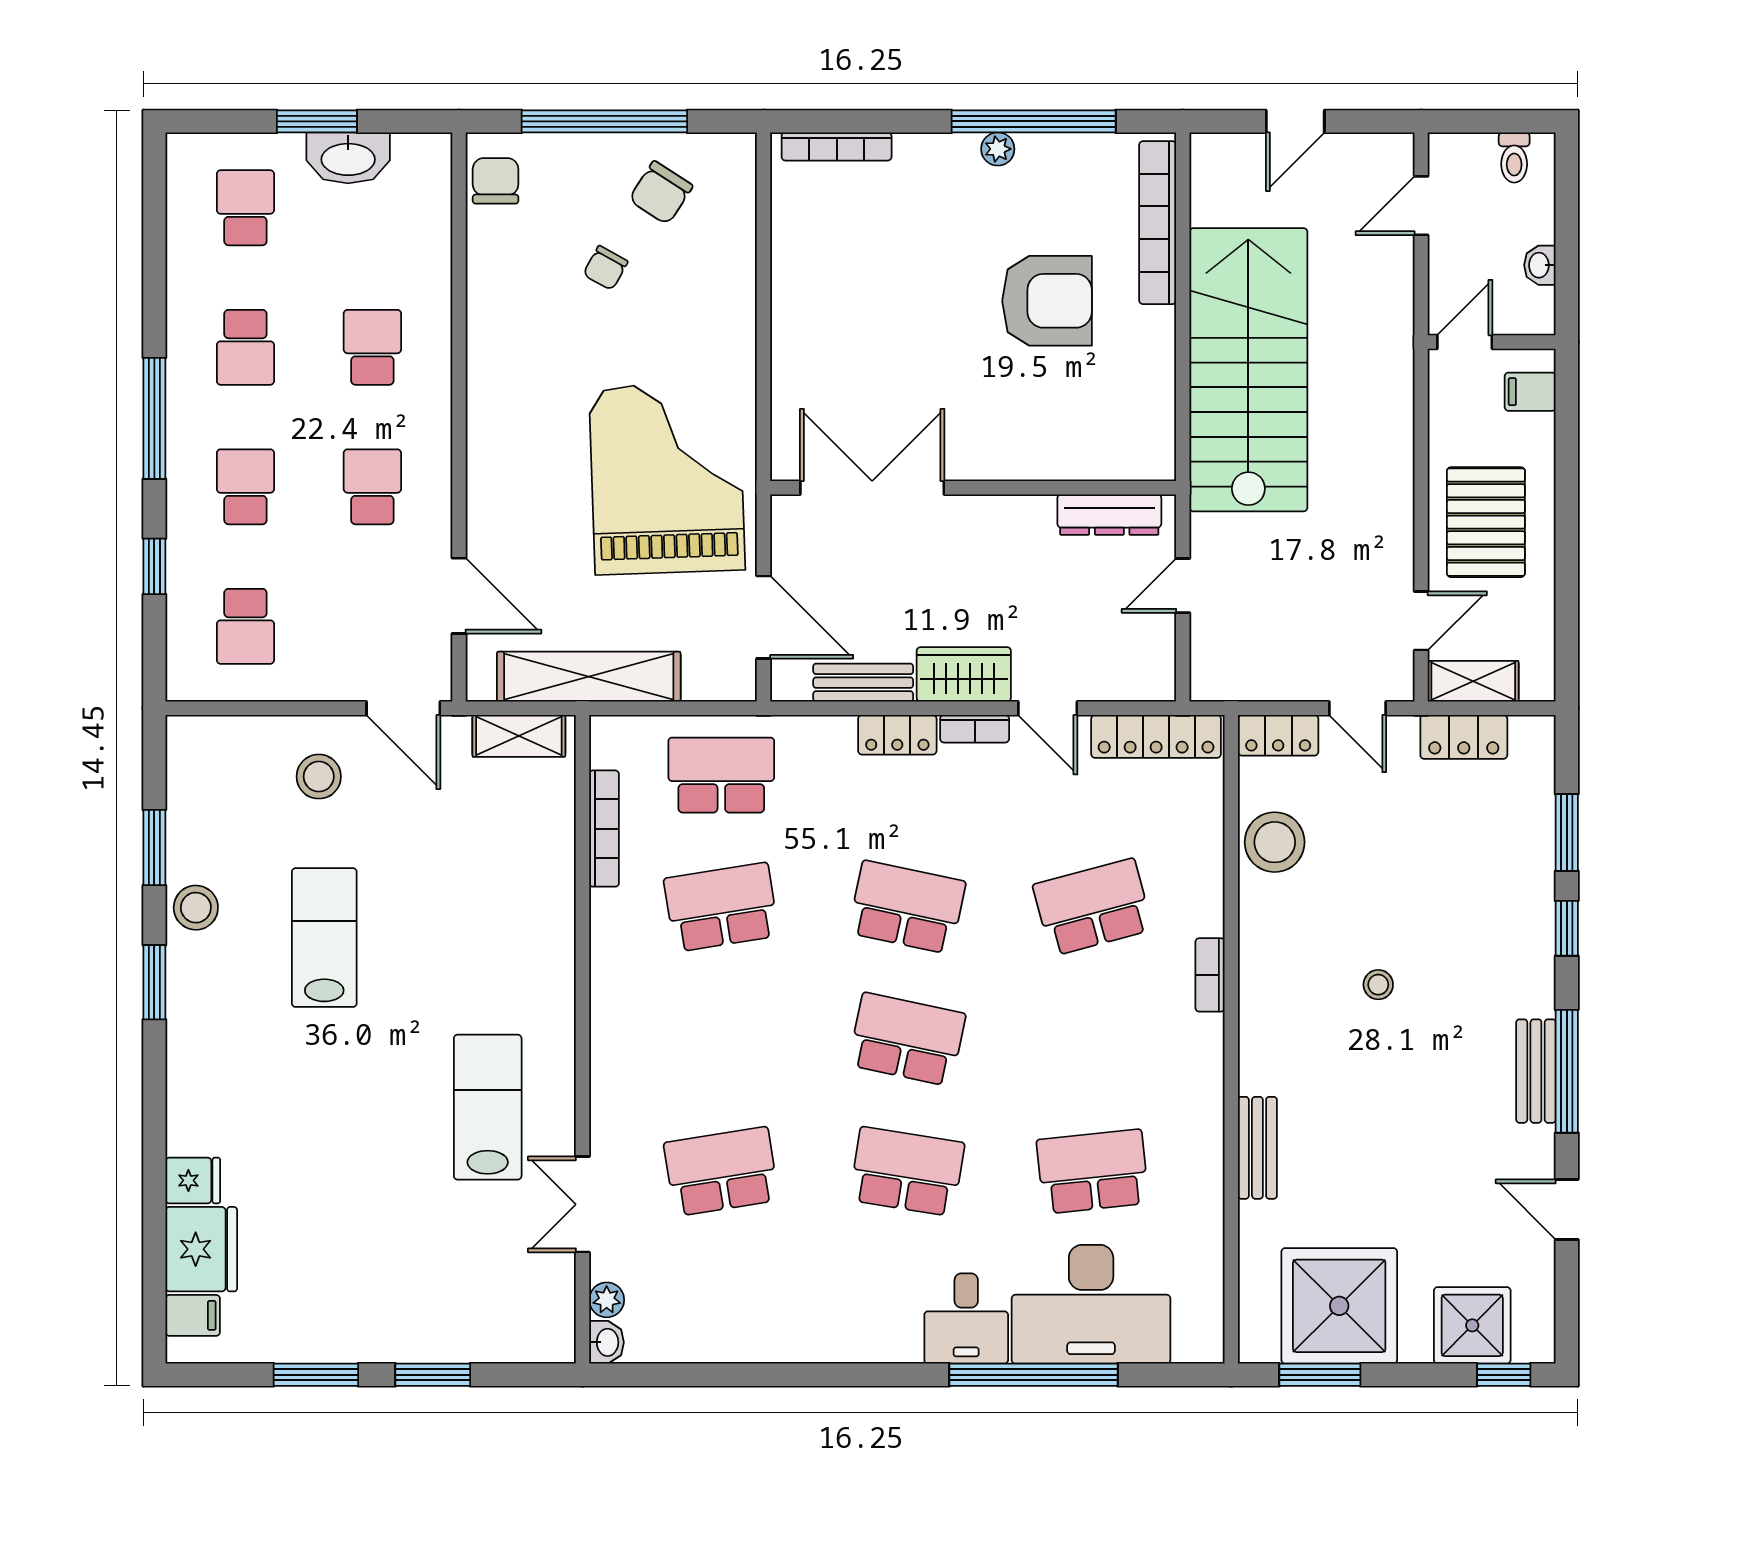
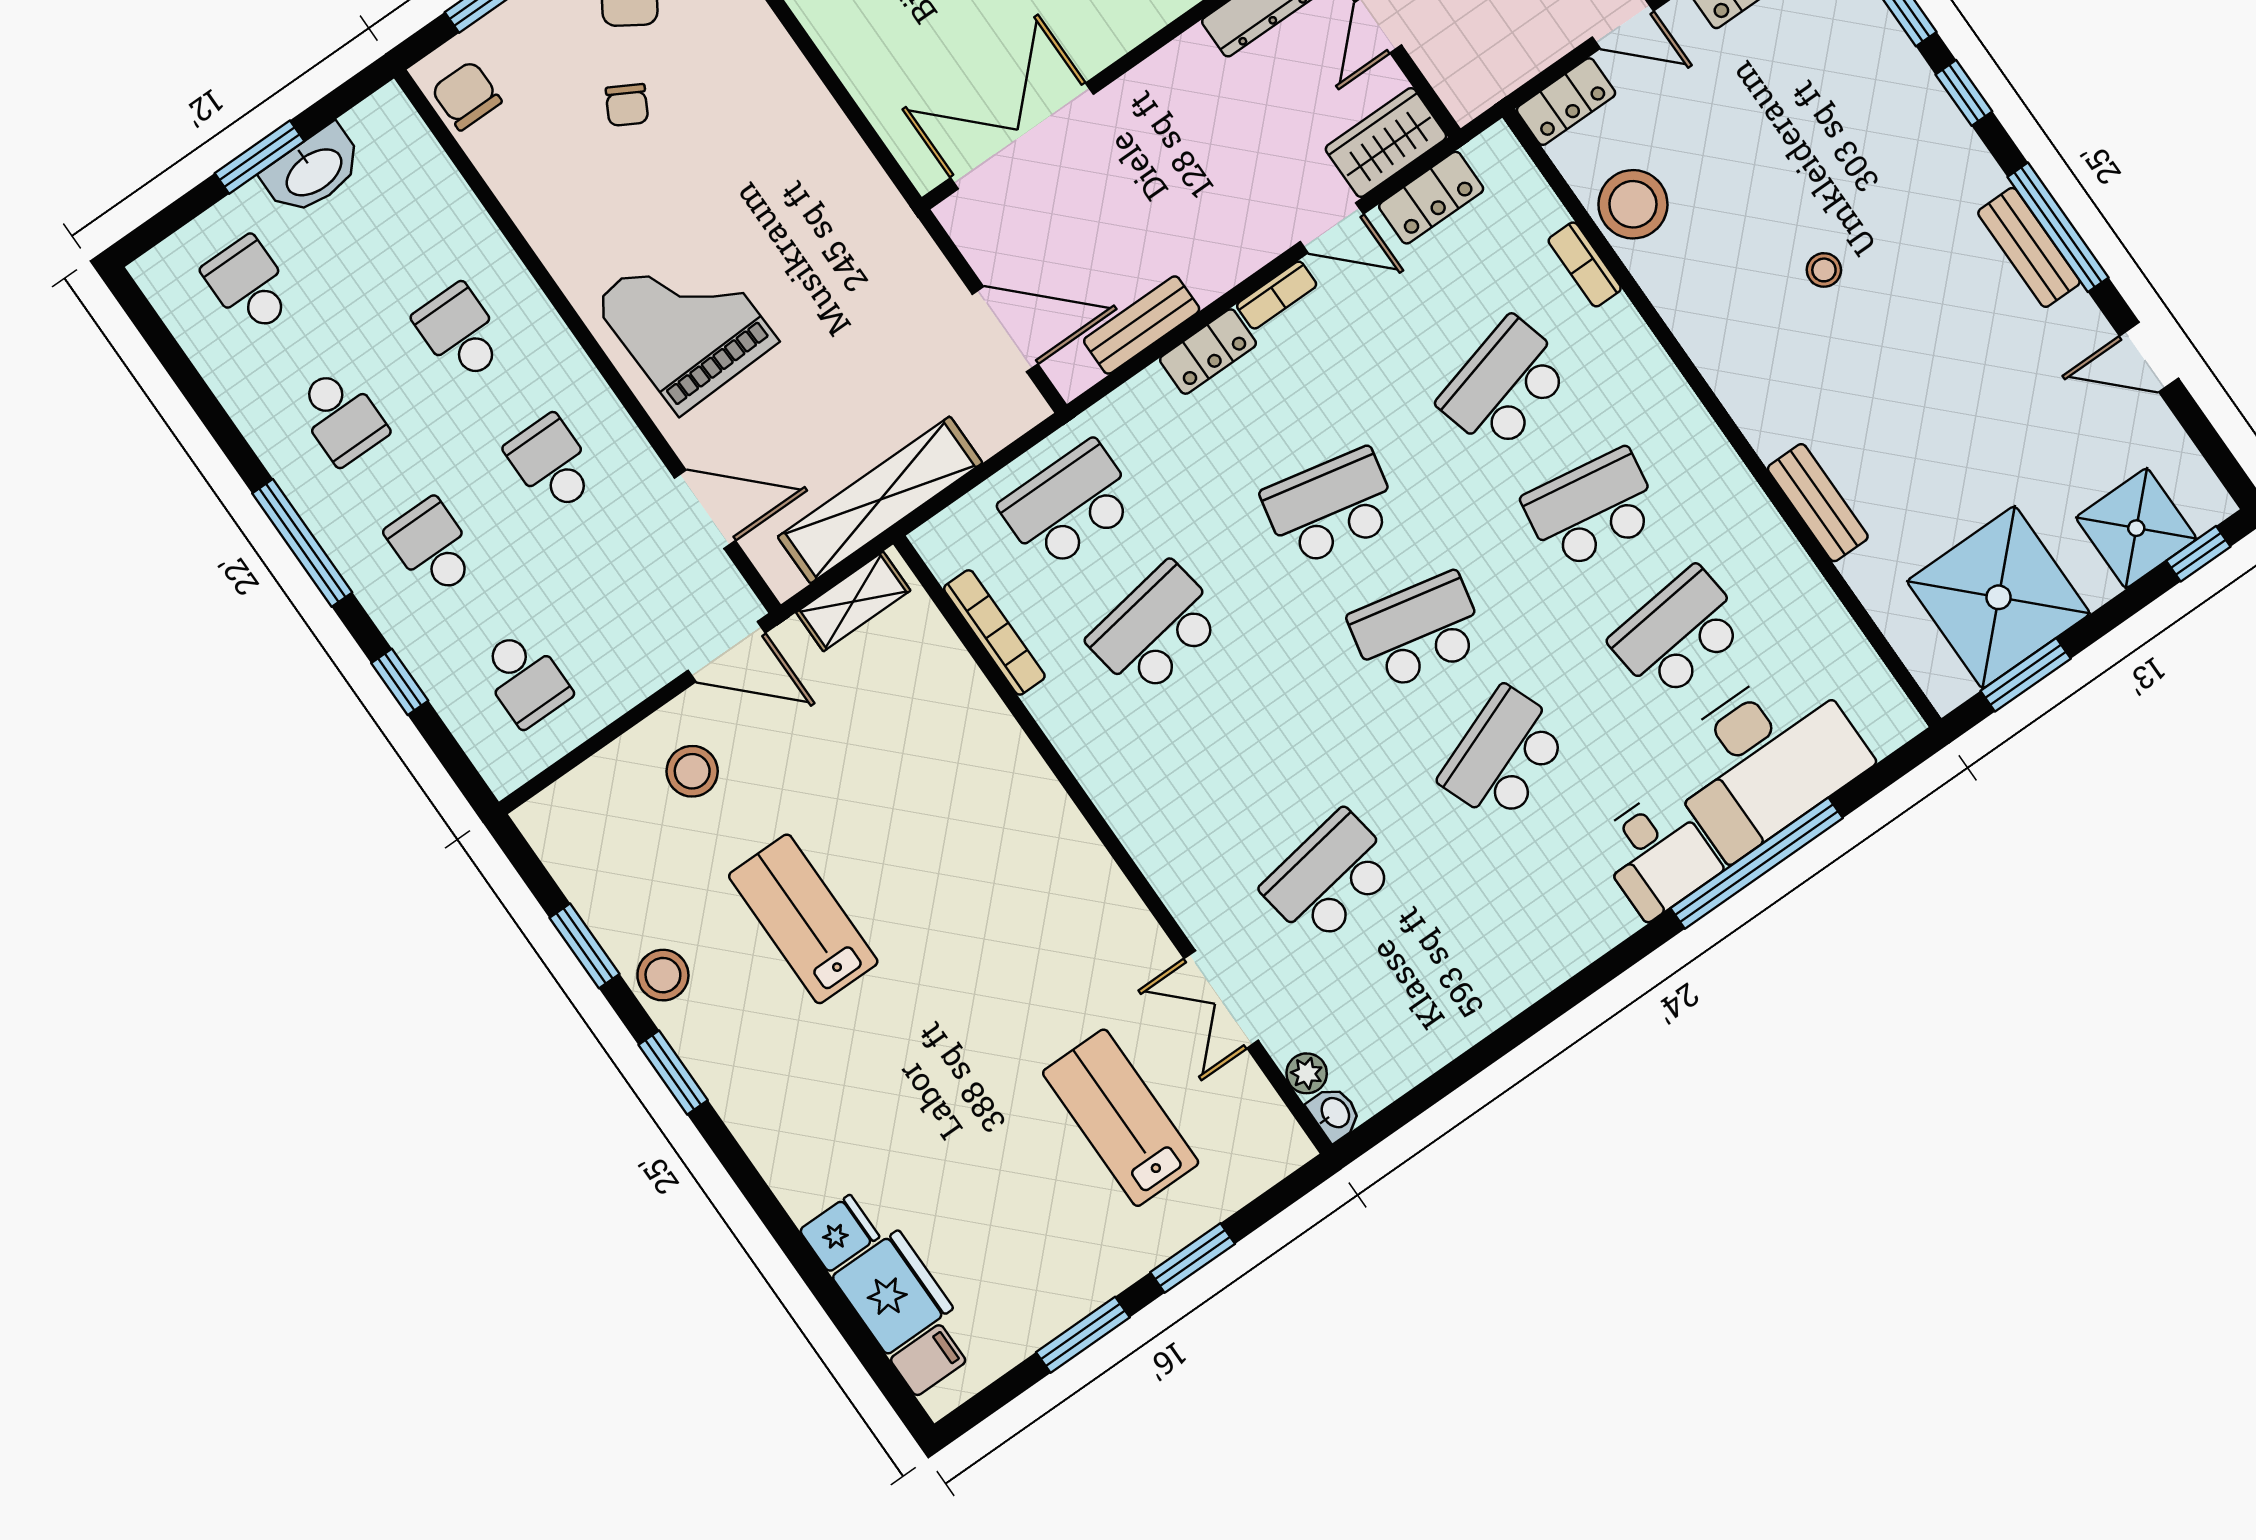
grand piano: (667, 479) -> (686, 321), moved, width x0.73, depth x0.68
wardrobe: (964, 674) -> (1386, 142), moved
locker: (1156, 736) -> (1431, 198), width x0.66
bookcase: (1210, 975) -> (1585, 264), moved
school desk: (1093, 1039) -> (1592, 509), added
lab bench: (488, 1107) -> (1121, 1118), moved
school desk: (907, 1171) -> (1504, 755), turned -30

